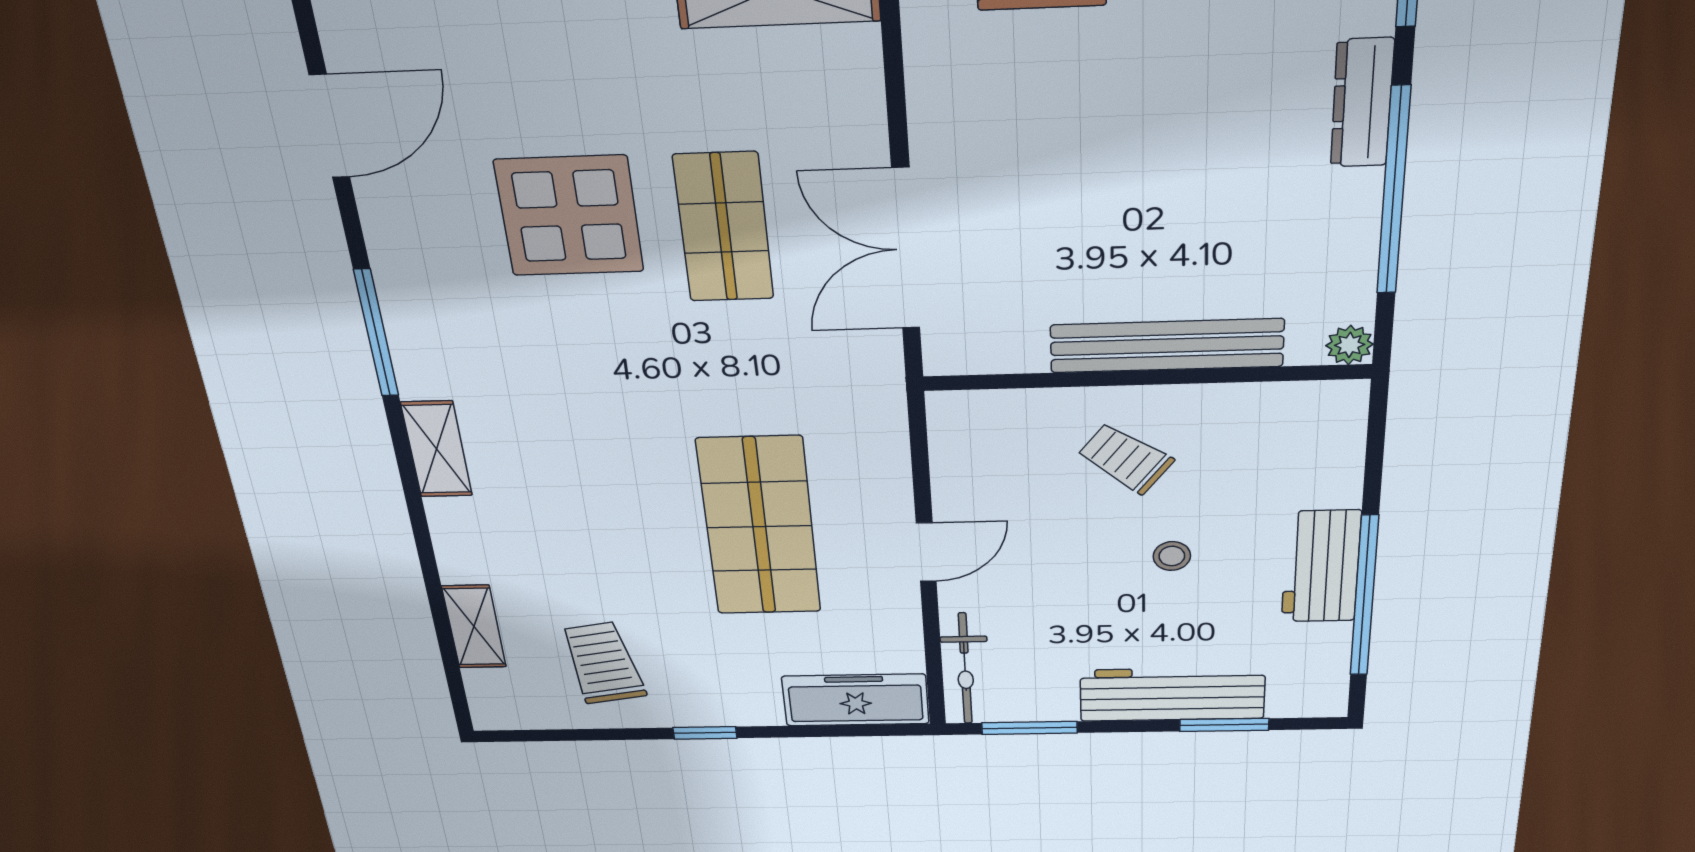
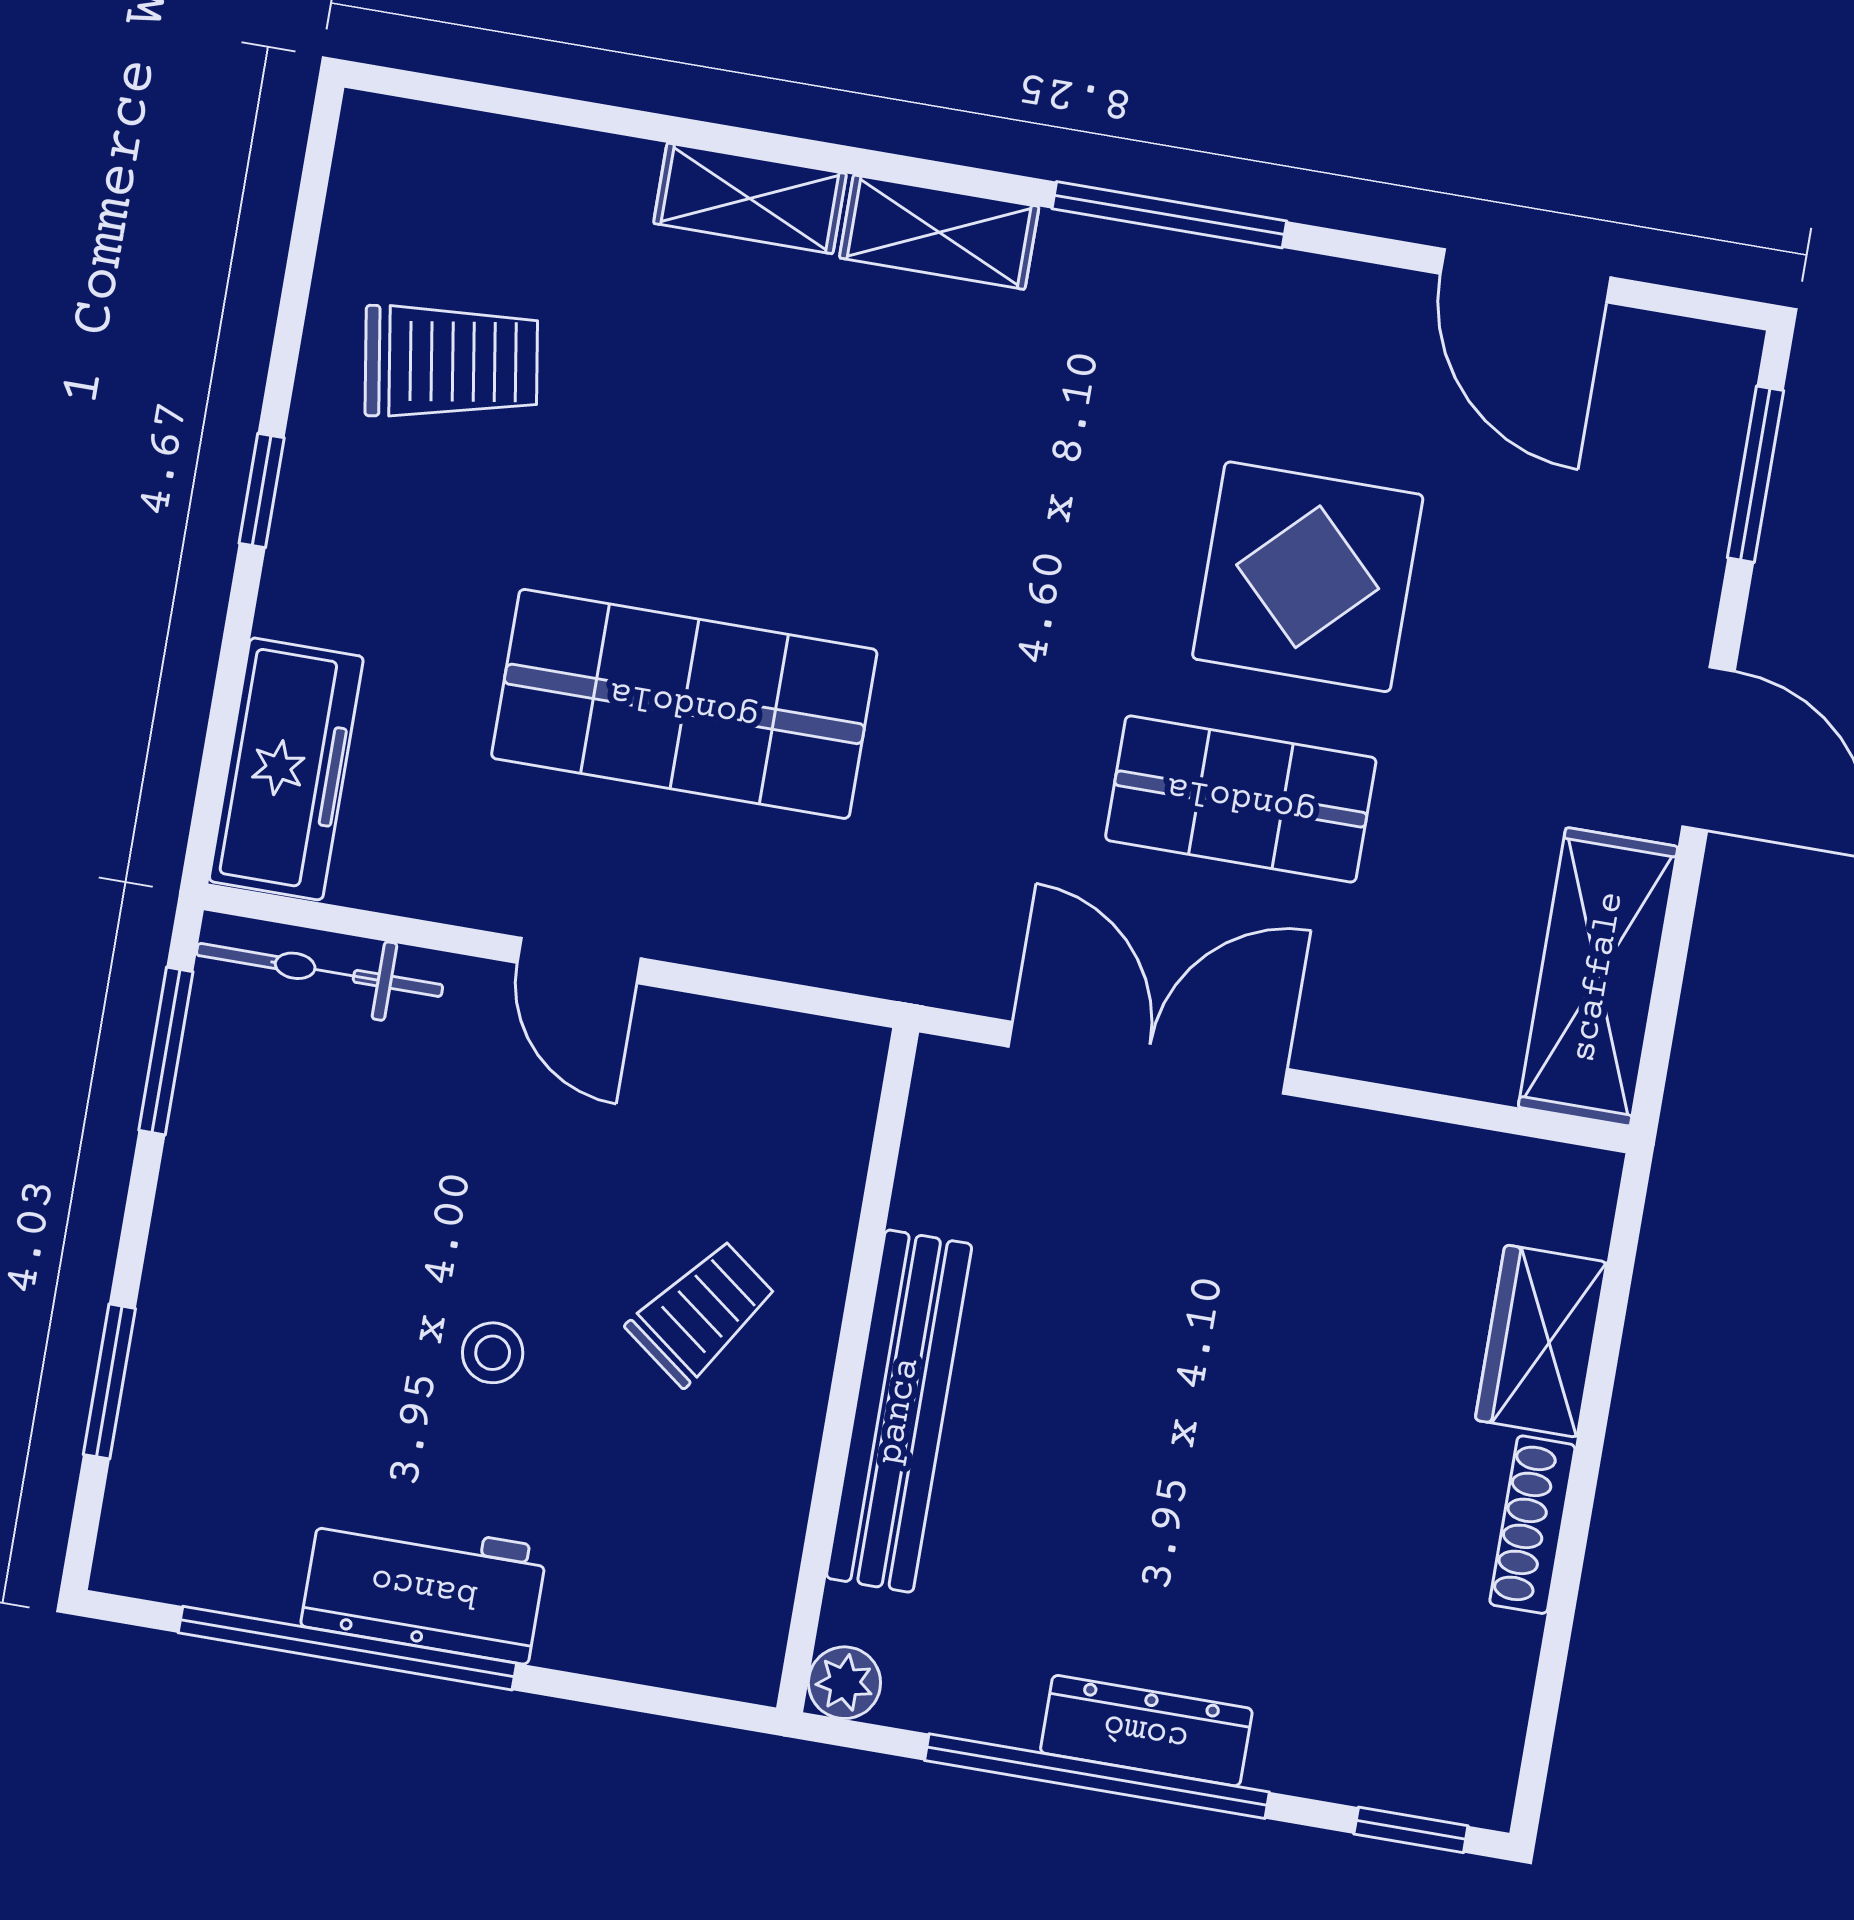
dresser: (1362, 103) -> (1146, 1731), moved
shelving: (474, 627) -> (750, 198), moved
workbench: (1172, 694) -> (196, 1305), removed

